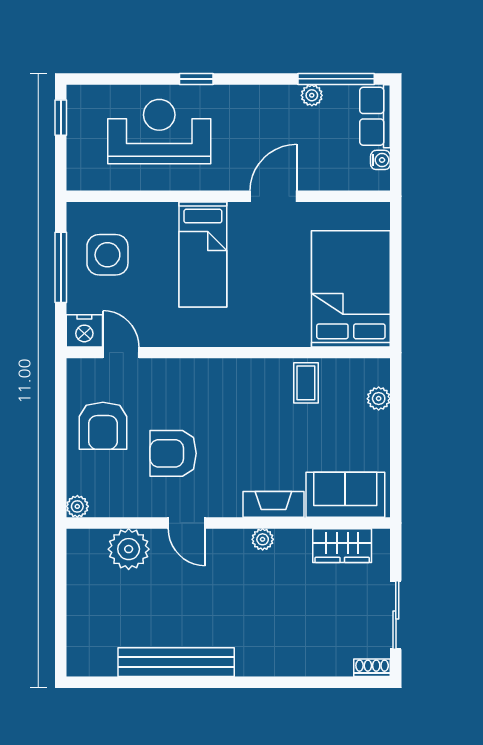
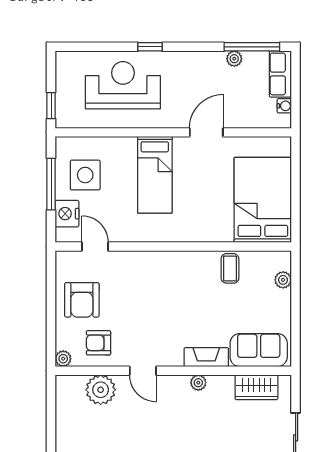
window: (61, 118) -> (51, 106), moved
nightstand: (84, 331) -> (67, 214), moved, turned 90
armchair: (173, 453) -> (98, 343), moved, width x0.72, depth x0.72

